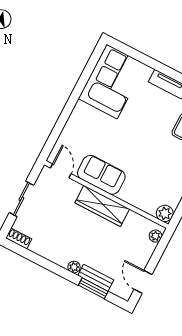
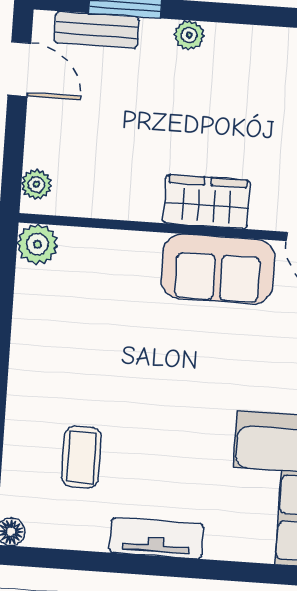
wardrobe: (102, 206) -> (207, 202), width x0.67
bench: (96, 278) -> (97, 30), moved

